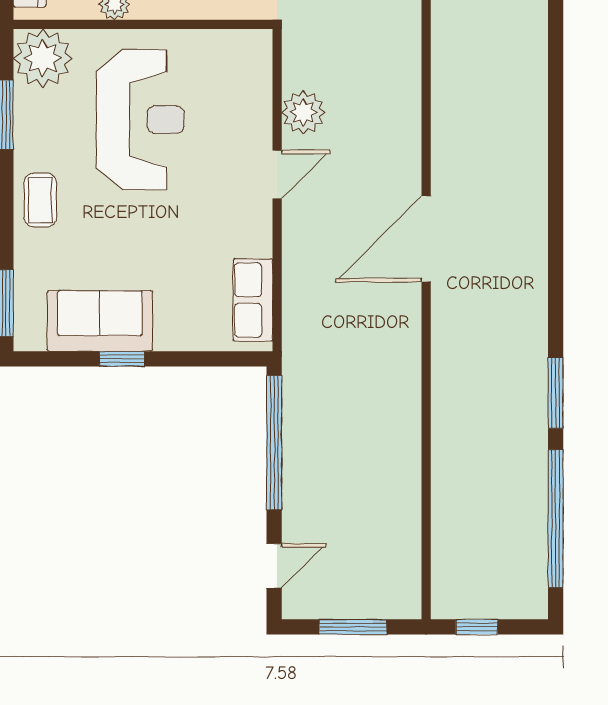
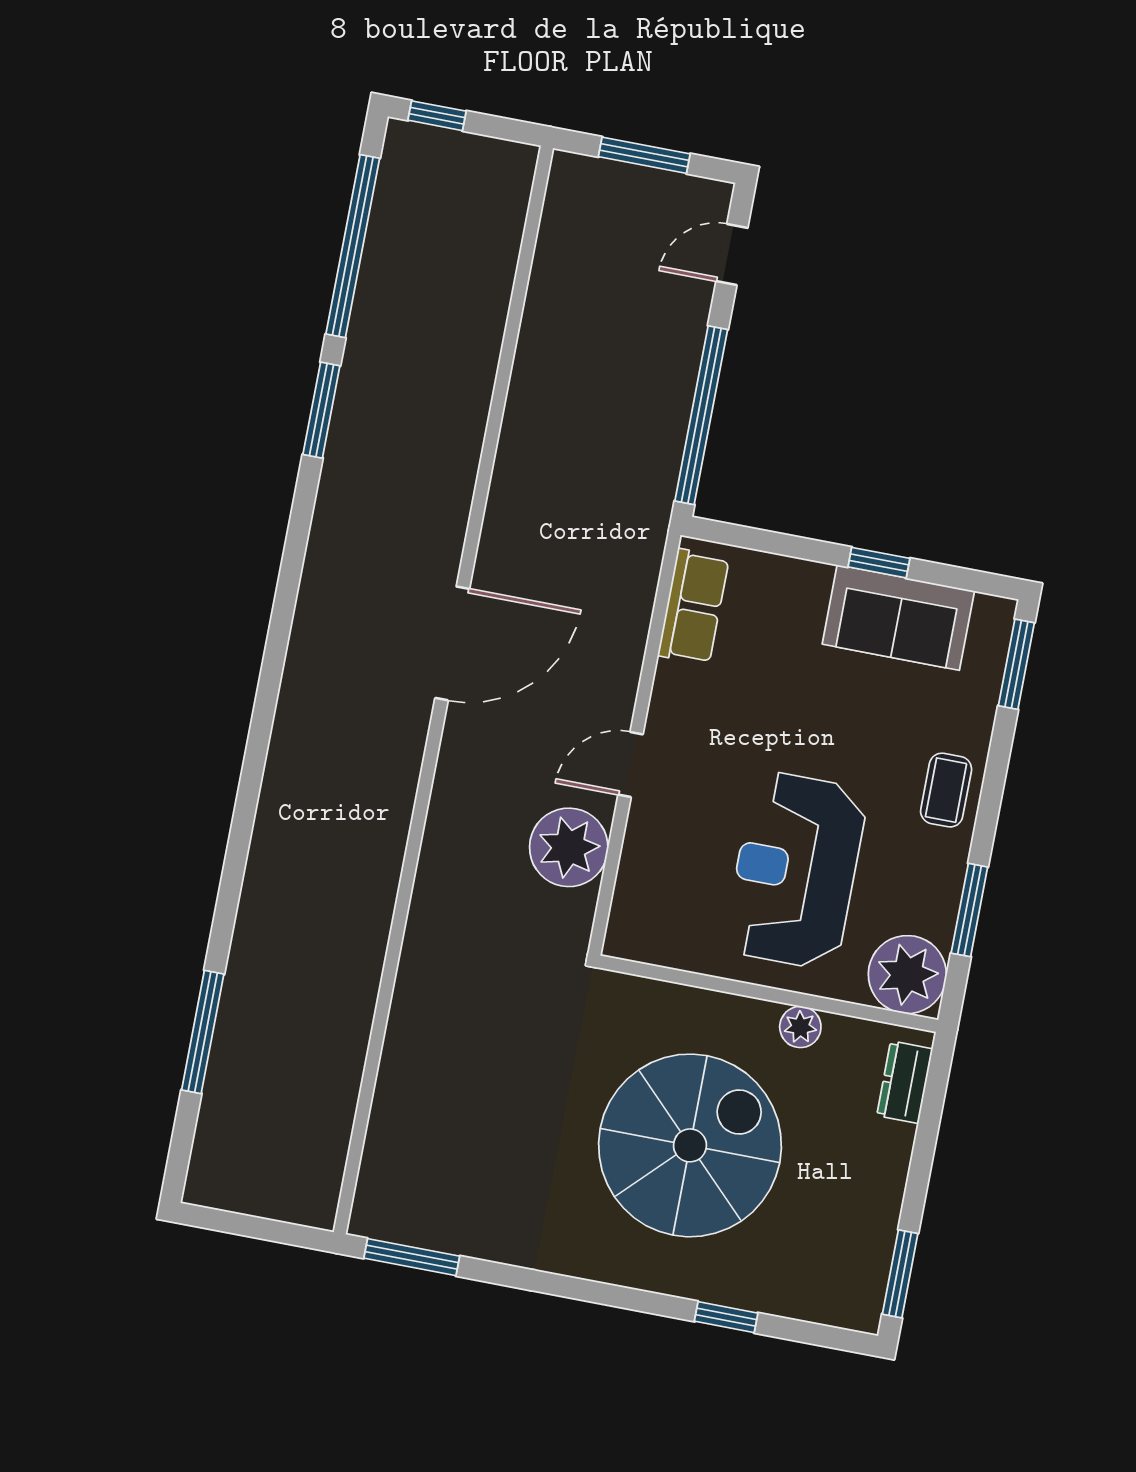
plant: (303, 112) -> (569, 847), width x1.36, depth x1.36
window: (477, 627) -> (437, 116), moved

